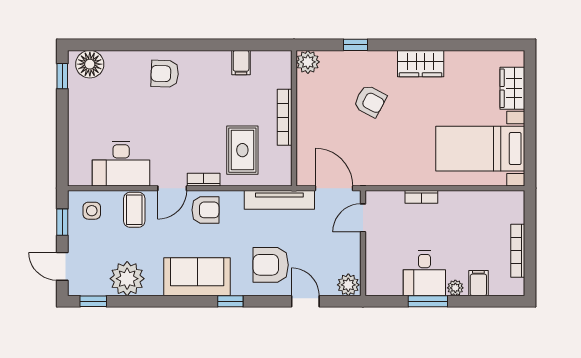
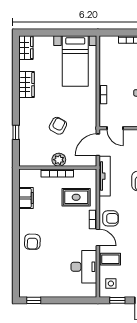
plant: (308, 62) -> (59, 160), moved
filing cabinet: (241, 63) -> (26, 198), width x2.00
floor lamp: (90, 64) -> (27, 285), removed
wardrobe: (421, 64) -> (27, 85), moved
wardrobe: (512, 88) -> (26, 48), moved, turned -90
armchair: (370, 101) -> (58, 126), moved
armchair: (205, 210) -> (110, 218), turned 90

